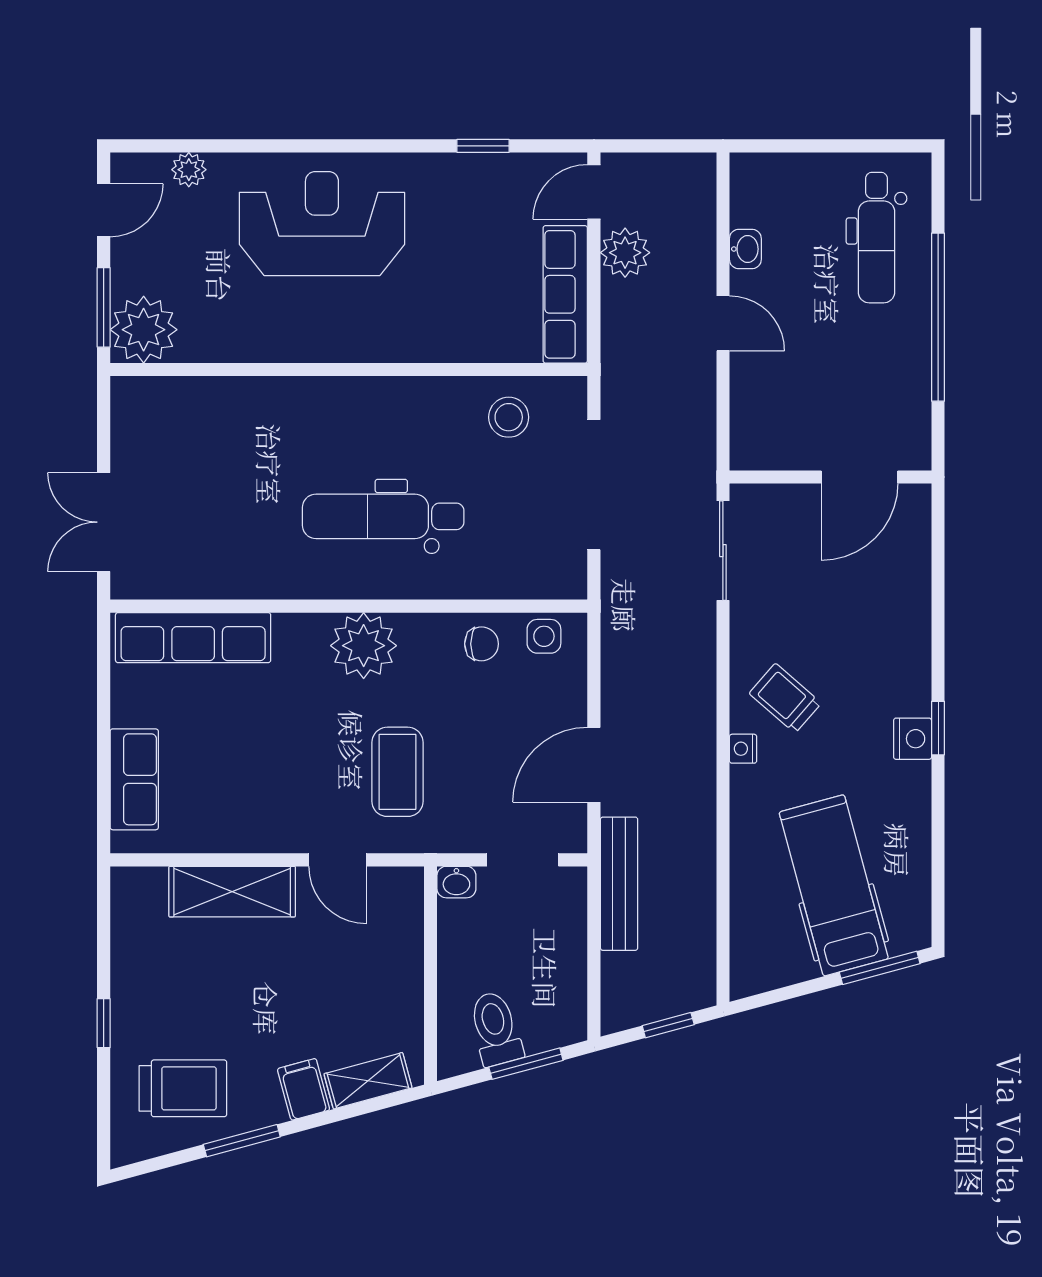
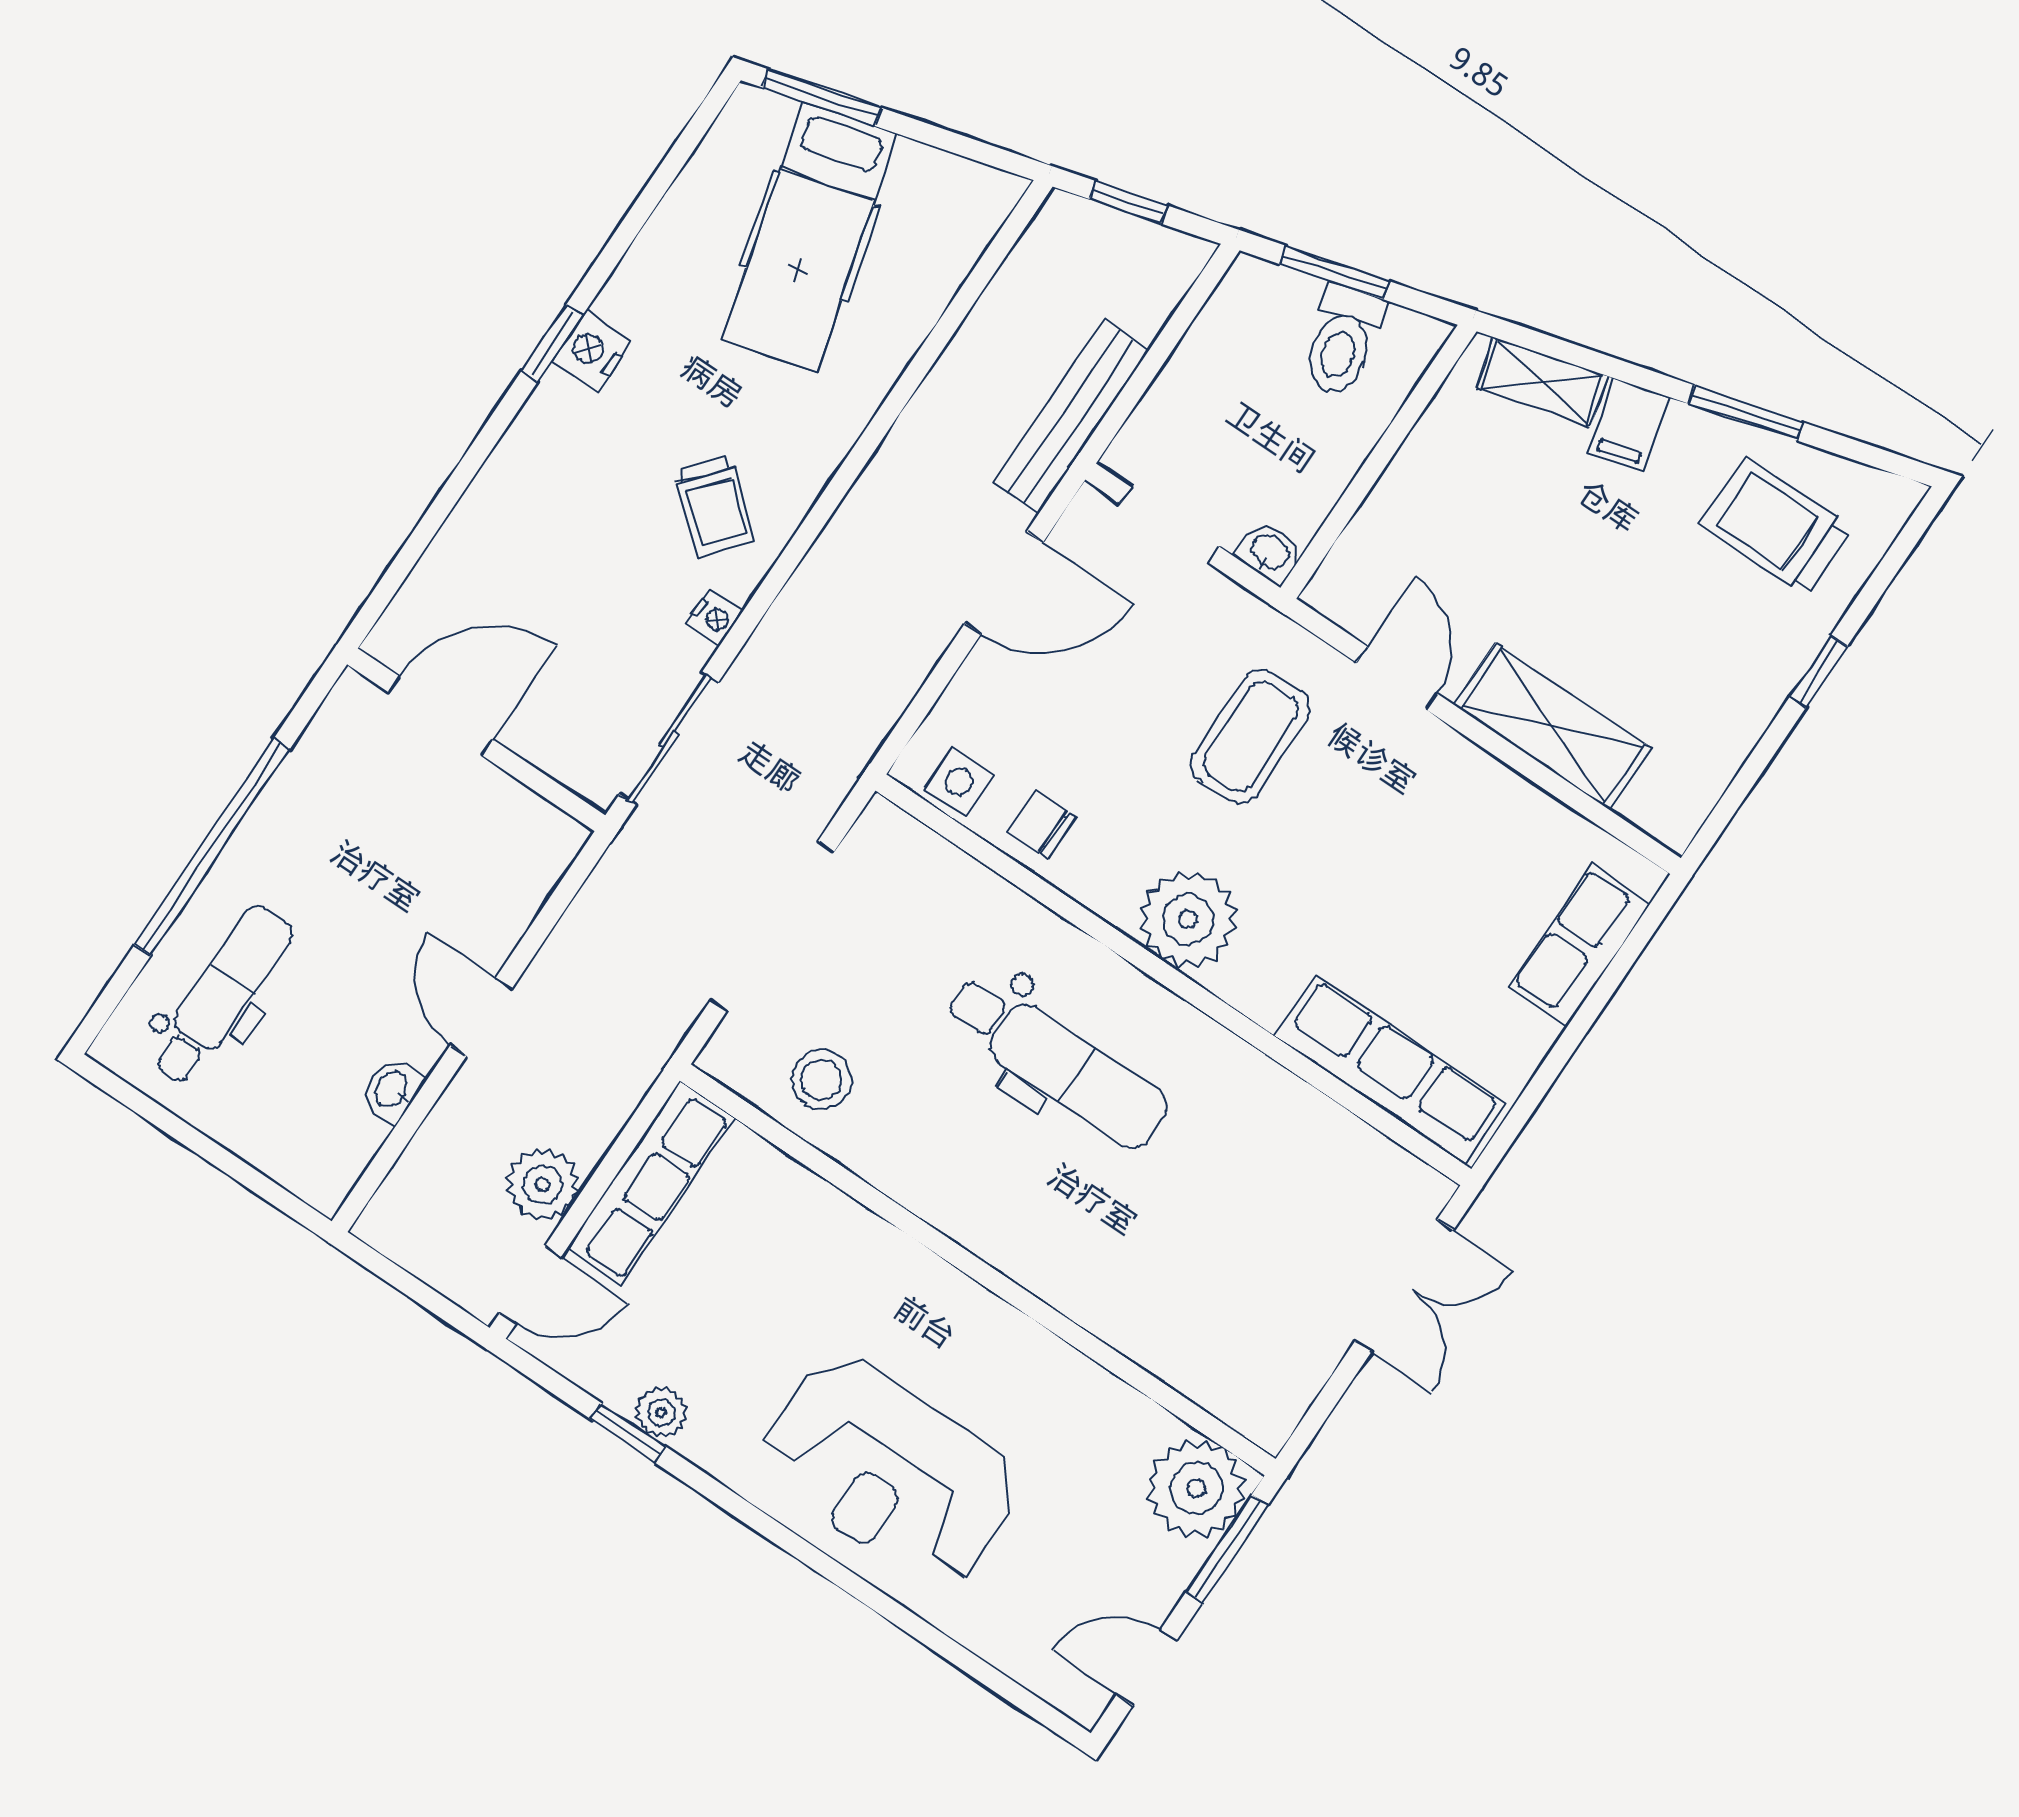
plant: (189, 170) -> (661, 1413), moved
nightstand: (743, 749) -> (714, 618), moved

